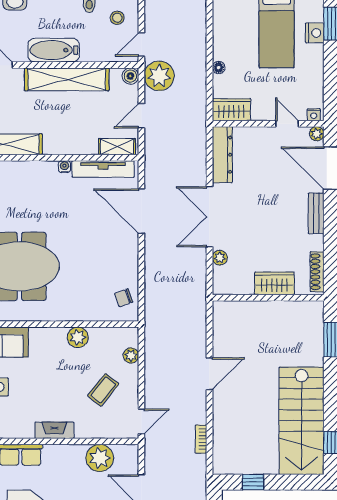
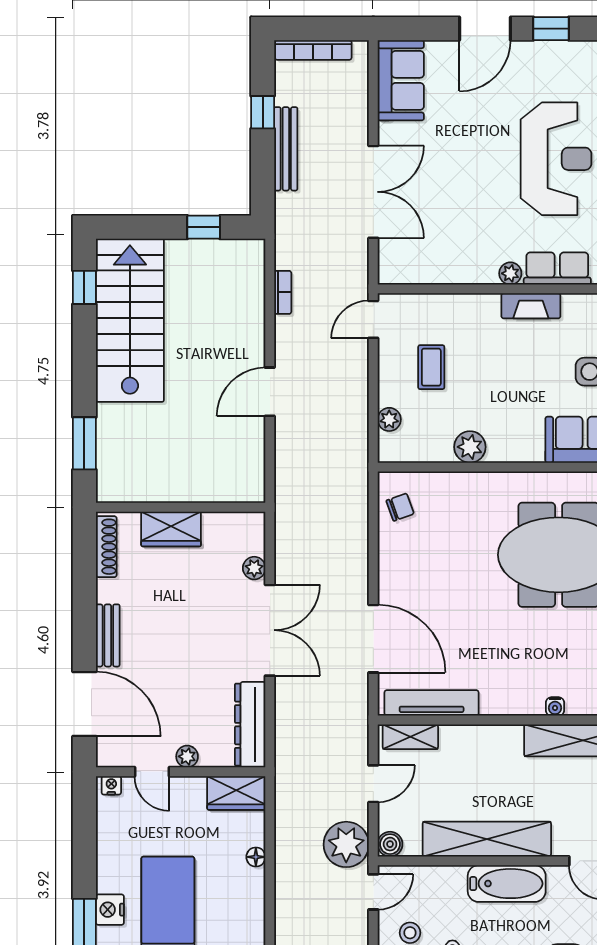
plant: (317, 134) -> (187, 756), moved
water cooler: (64, 167) -> (555, 706), moved
coffee table: (103, 390) -> (431, 367), turned -39
fireplace: (54, 430) -> (531, 306), moved
plant: (100, 458) -> (510, 273), moved, width x0.53, depth x0.53

